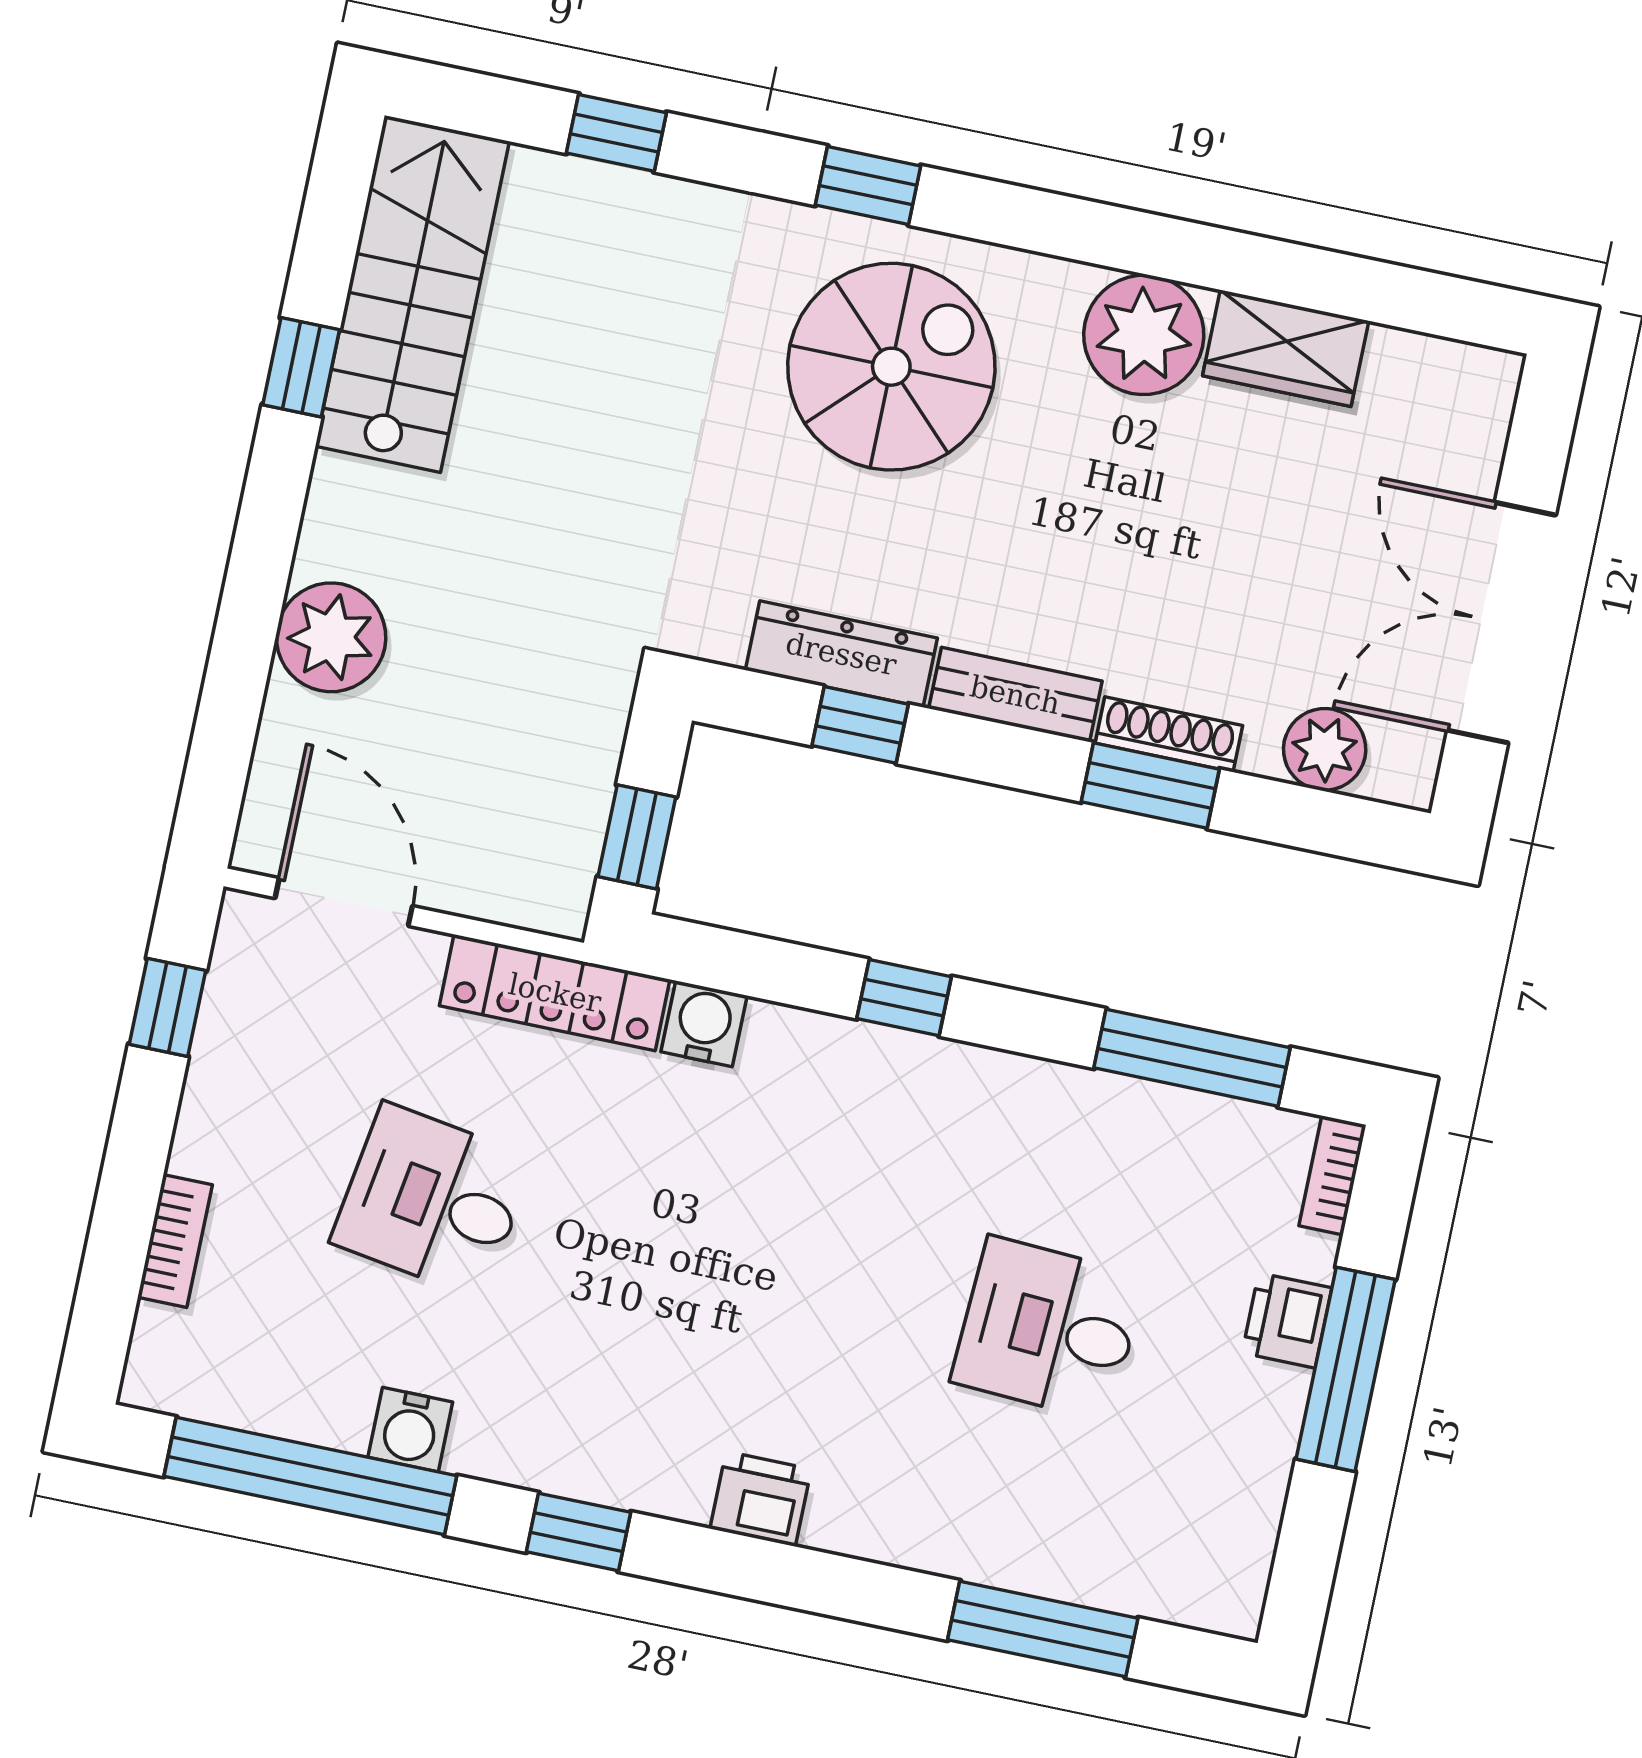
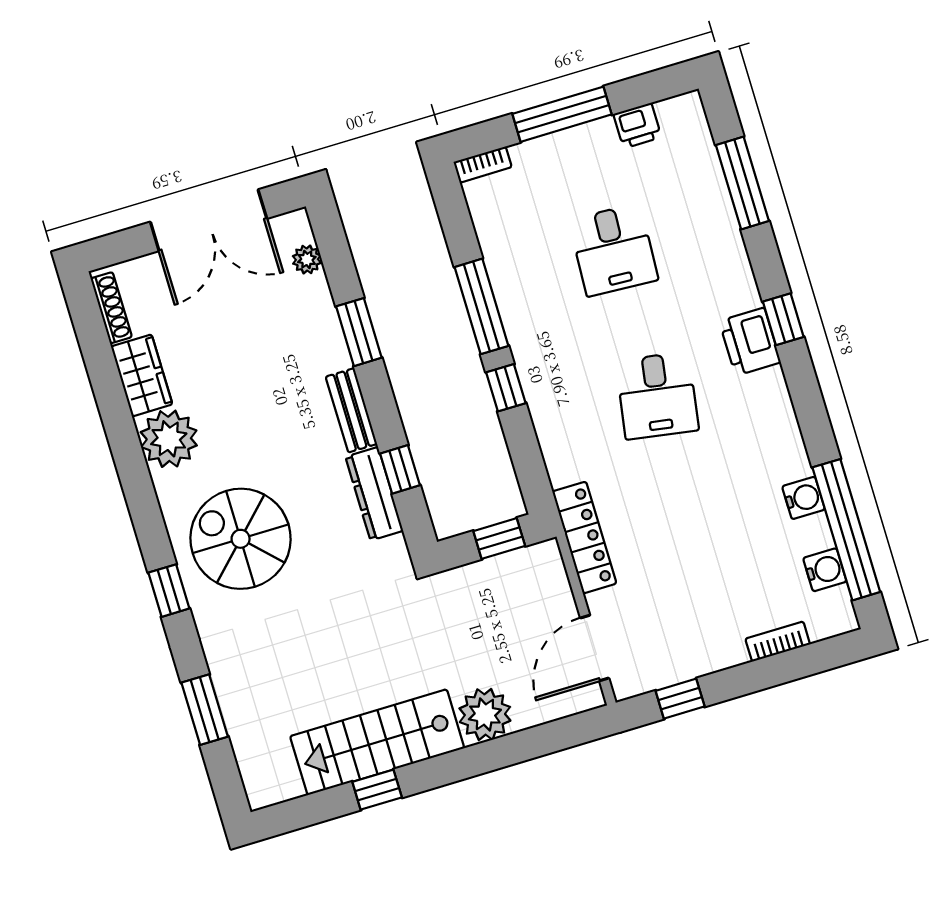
window: (616, 133) -> (205, 710), width x1.50
stairs: (412, 294) -> (377, 742), moved
shoe rack: (1169, 734) -> (111, 308), moved, turned 180
plant: (1325, 749) -> (307, 259), width x0.73, depth x0.73
water cooler: (704, 1024) -> (825, 570), moved, turned 180
window: (1192, 1058) -> (482, 306), moved
desk: (433, 1200) -> (657, 396), moved
printer: (1287, 1320) -> (637, 126), moved
printer: (761, 1499) -> (750, 342), width x1.36, depth x1.24
window: (578, 1532) -> (783, 319), moved

